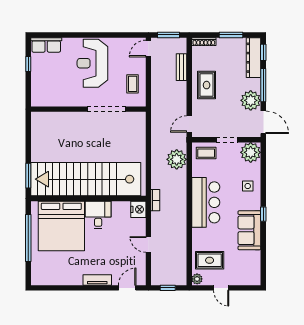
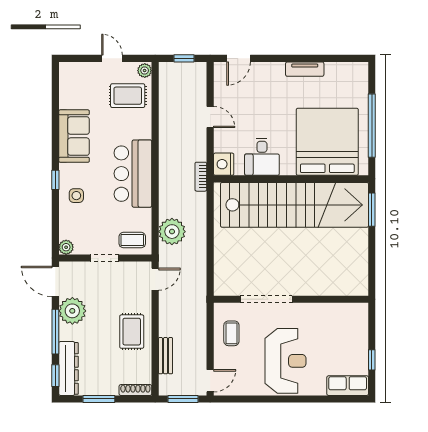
plant: (251, 152) -> (66, 247), width x0.53, depth x0.53
window: (263, 214) -> (55, 180), moved
desk: (98, 215) -> (262, 157), moved
tv unit: (97, 280) -> (305, 69), moved

